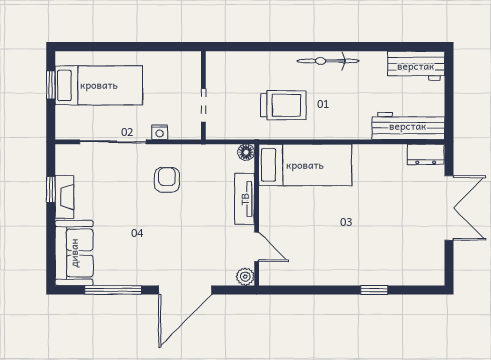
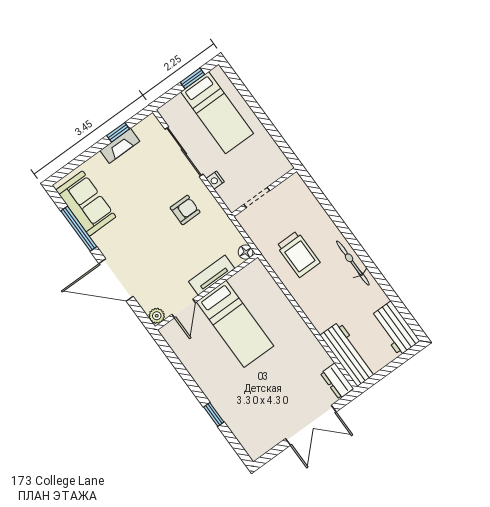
bed: (305, 165) -> (235, 324), moved
sofa: (74, 253) -> (86, 203), moved, turned -90

